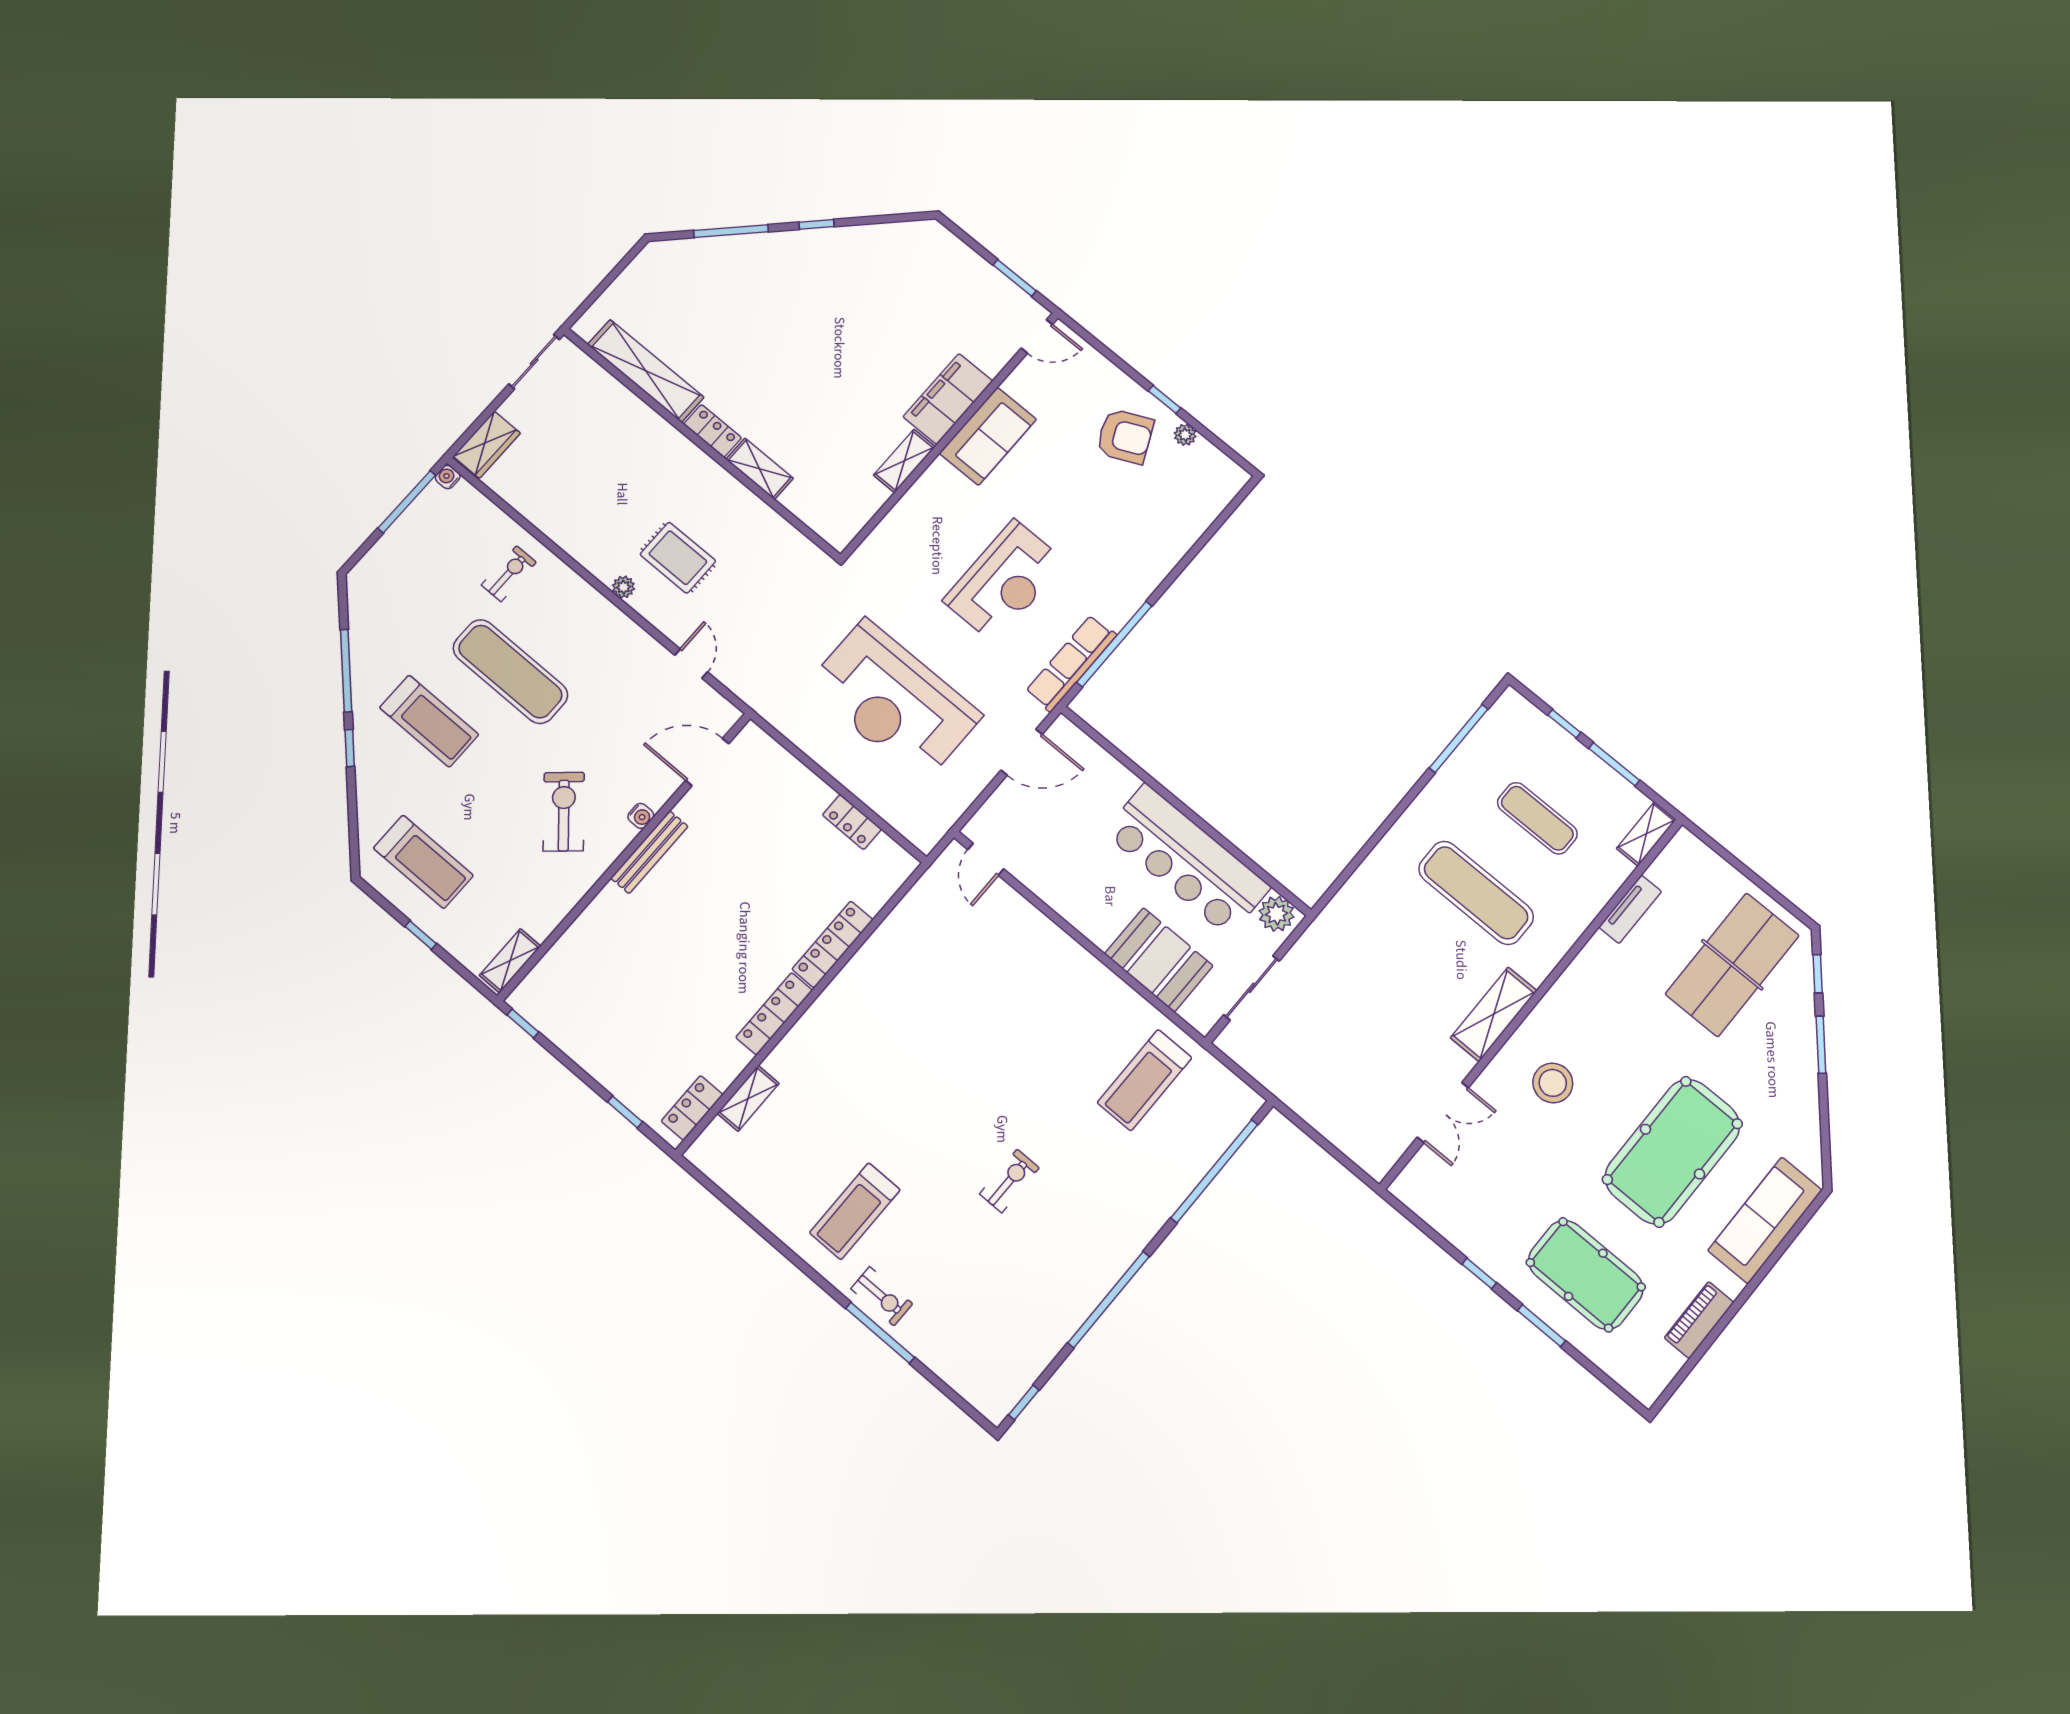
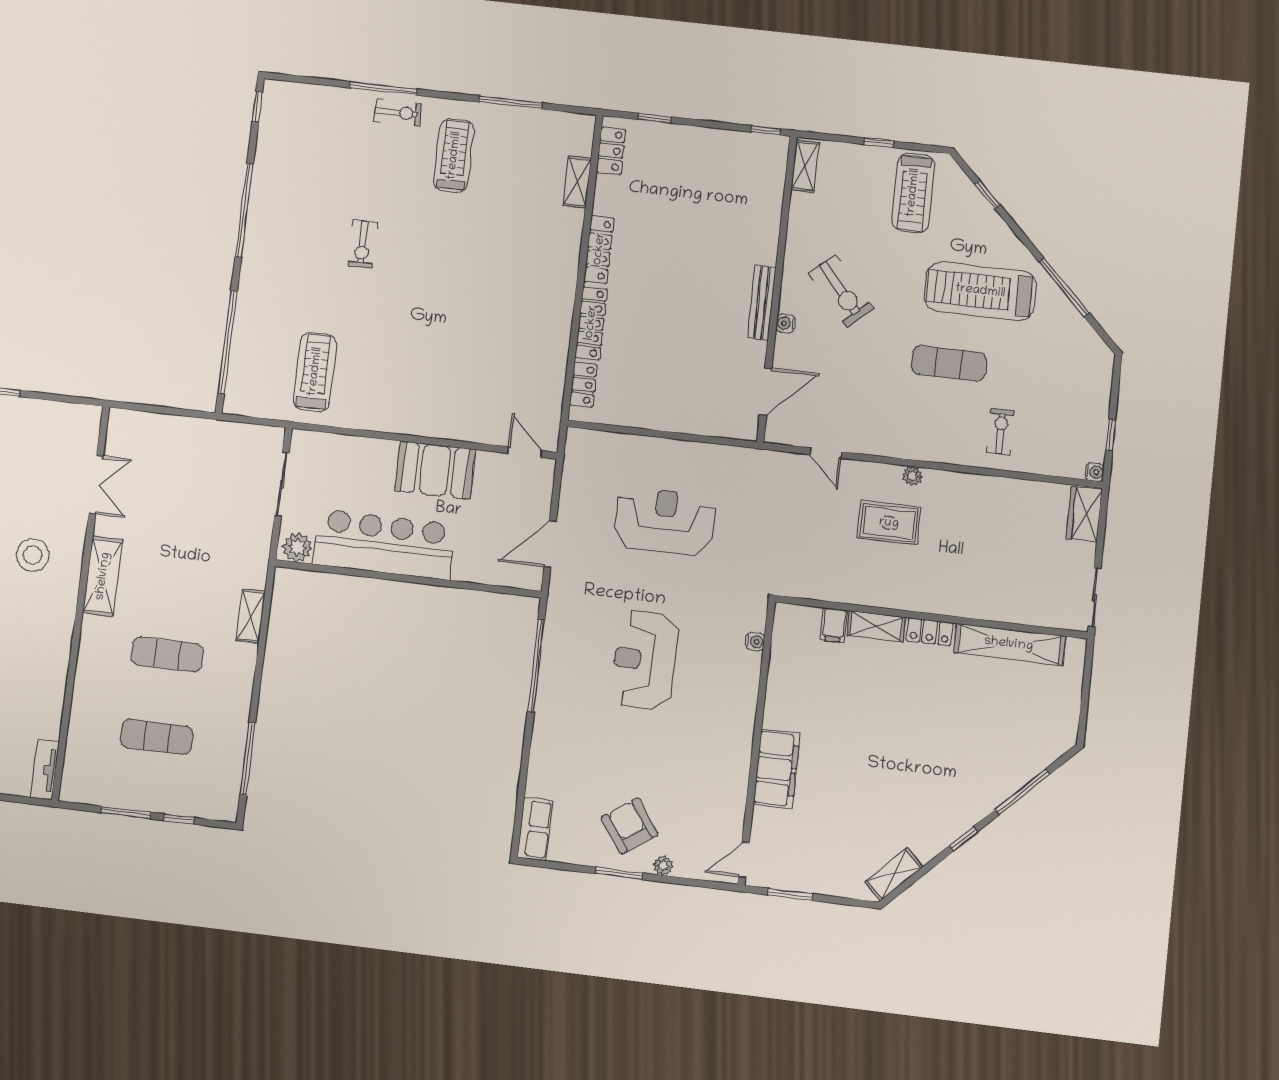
window: (1165, 399) -> (619, 873), width x1.50
plant: (1185, 435) -> (663, 866), moved
sofa: (988, 436) -> (729, 760), removed
armchair: (1125, 436) -> (630, 826), turned 80
shelving: (904, 461) -> (894, 874), moved, turned 45
filing cabinet: (799, 496) -> (834, 625), added
window: (407, 502) -> (1111, 435), width x0.46
water cooler: (886, 530) -> (755, 642), added
exercise bike: (509, 574) -> (1000, 432), turned 180
row of seats: (1071, 663) -> (535, 829), moved, width x0.68
exercise mat: (510, 672) -> (949, 363), width x0.73, depth x0.69
reception desk: (894, 701) -> (665, 521), width x0.74, depth x0.77
treadmill: (429, 721) -> (980, 291), width x1.37, depth x1.38
window: (350, 748) -> (988, 195), moved
locker: (852, 822) -> (583, 385), moved, turned 90
shelving: (1646, 834) -> (251, 616), moved
treadmill: (423, 862) -> (913, 193), turned -90
exercise mat: (1476, 893) -> (167, 654), width x0.73, depth x0.69
tv unit: (1630, 909) -> (45, 770), moved
booth: (1159, 960) -> (435, 470), moved
double door: (1443, 1113) -> (96, 485), swing flipped
window: (759, 1228) -> (510, 102), added
exercise bike: (882, 1296) -> (398, 112), turned 180

